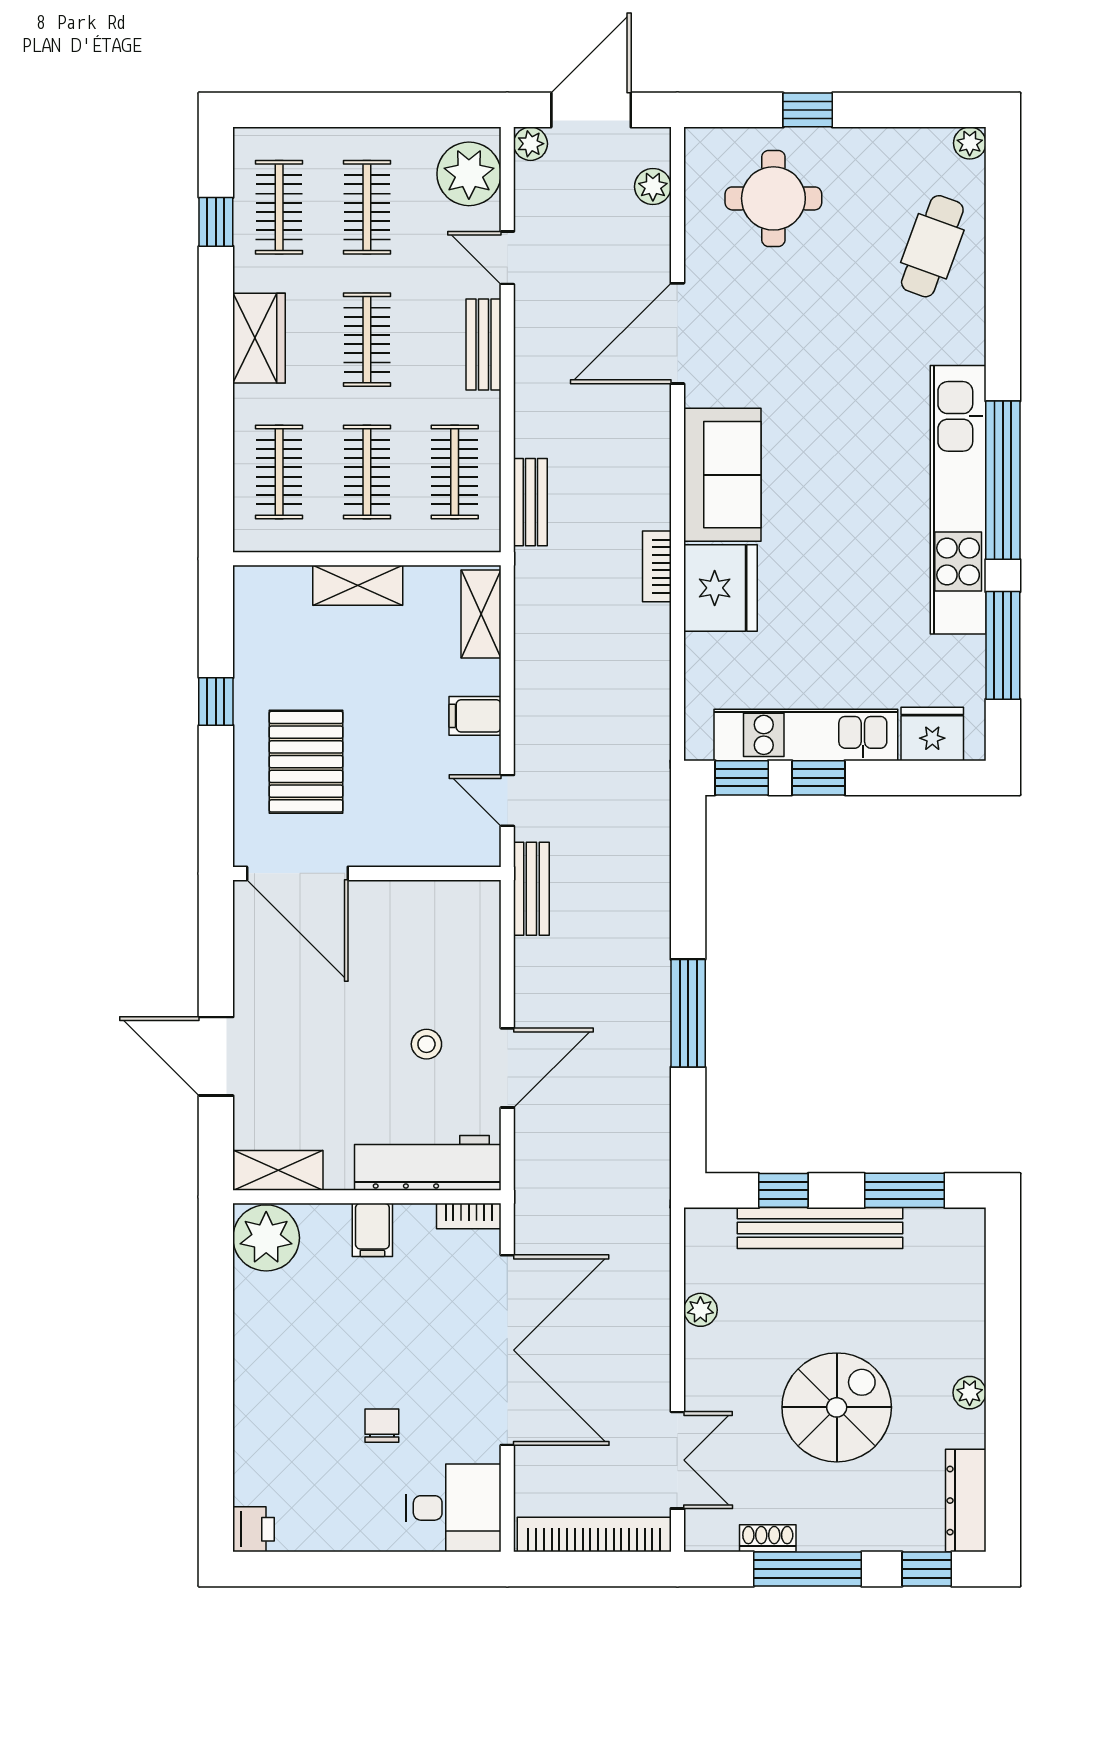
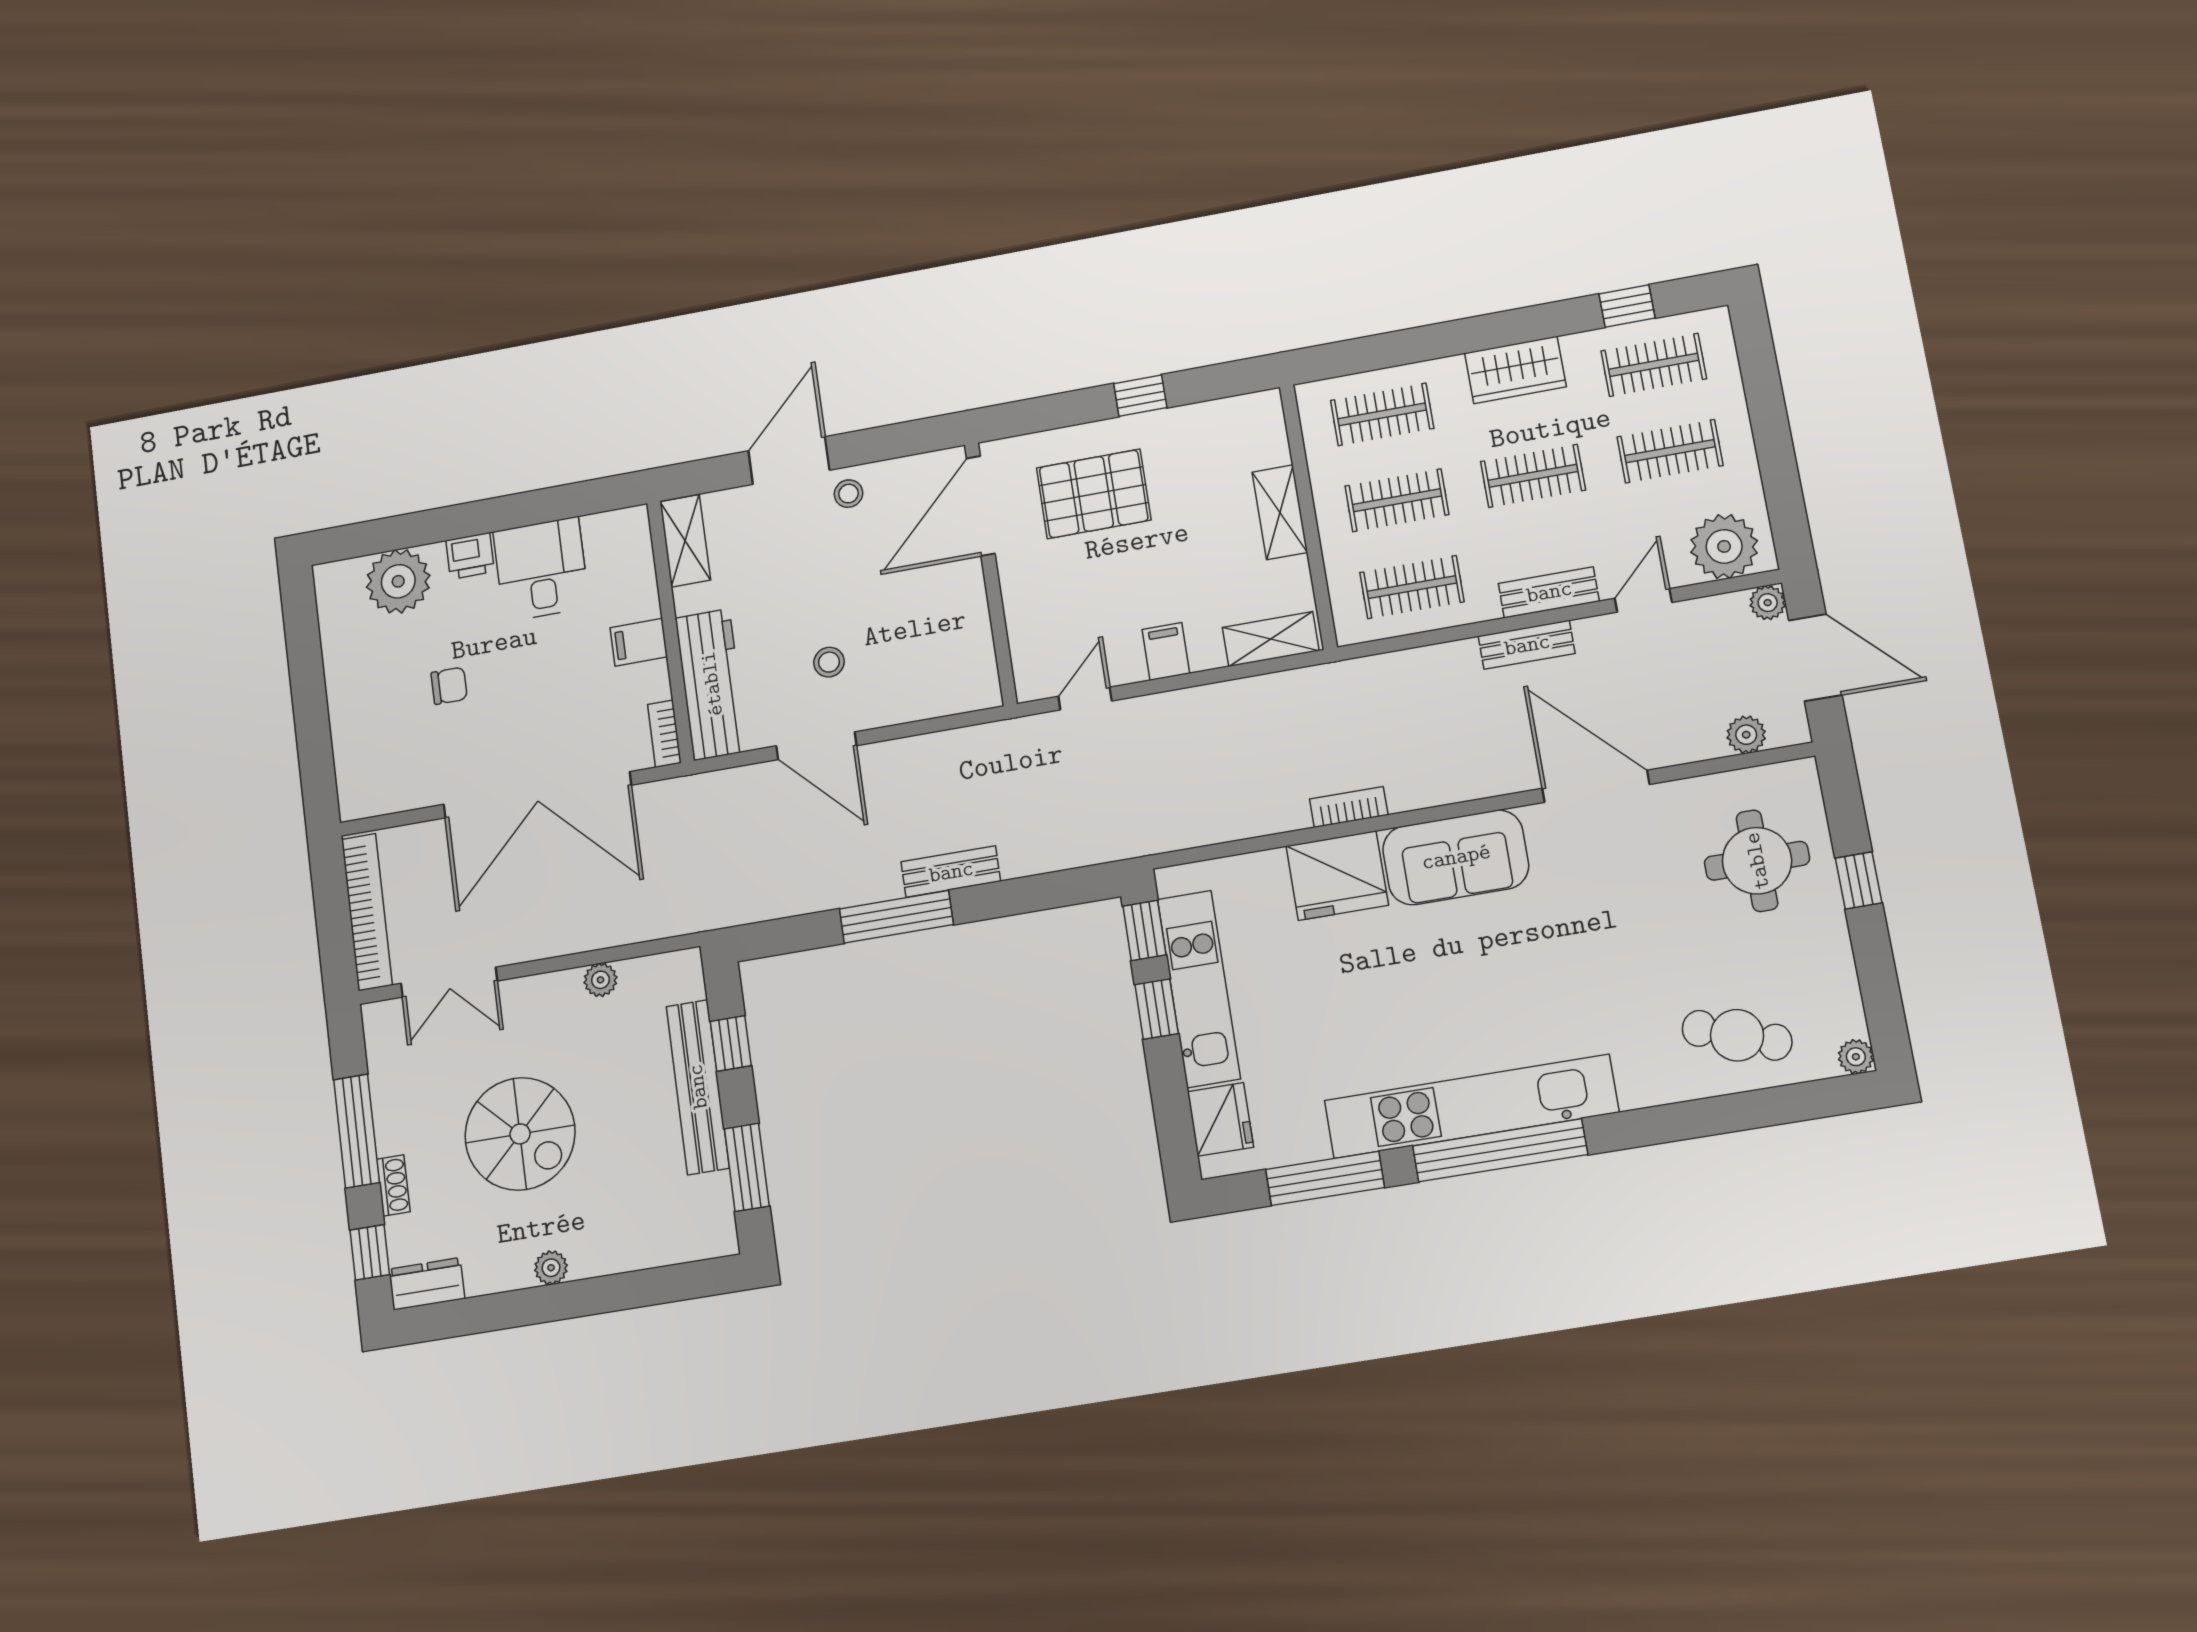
bench: (530, 502) -> (1527, 645), moved
bench: (531, 889) -> (951, 872), moved
stool: (261, 1002) -> (848, 494), added
plant: (266, 1238) -> (398, 581), moved
dresser: (966, 1501) -> (427, 1284), width x0.70
desk: (453, 1508) -> (541, 569), moved, turned 180
printer: (254, 1529) -> (470, 556), moved
shoe rack: (768, 1538) -> (393, 1185), moved

